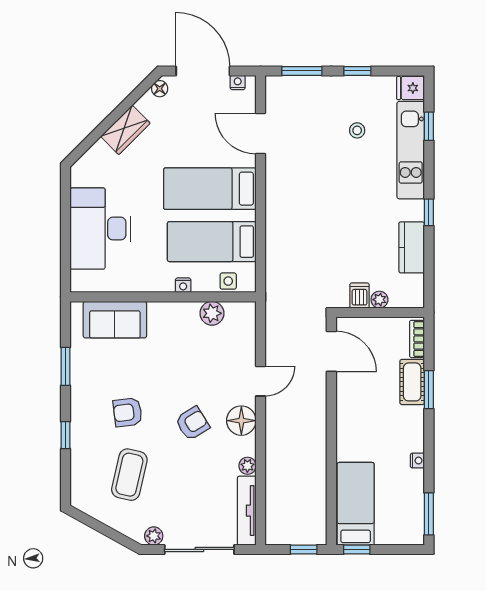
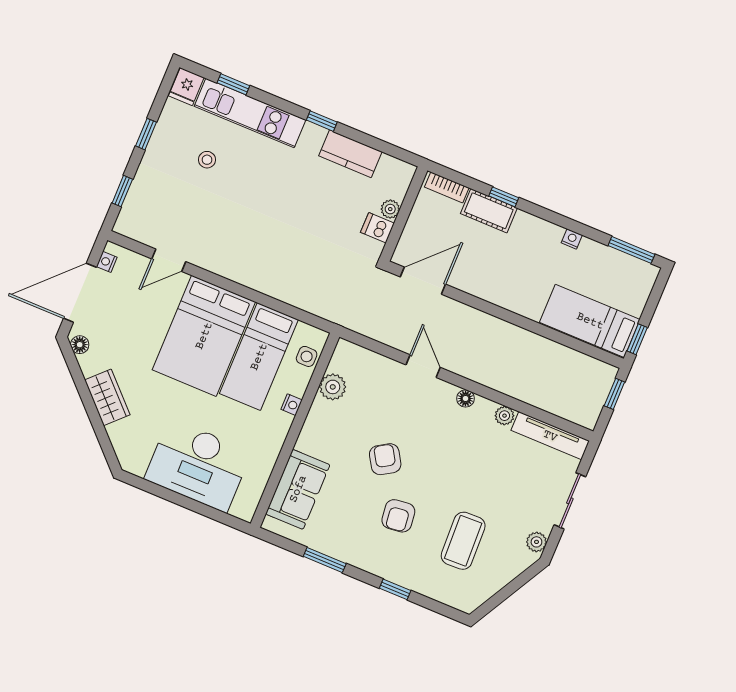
window: (302, 71) -> (122, 191), width x0.67
door: (260, 133) -> (169, 260), width x0.73
bed: (210, 189) -> (204, 336), width x1.50
window: (429, 390) -> (504, 197), width x0.67
floor lamp: (241, 421) -> (466, 399), width x0.53, depth x0.53
armchair: (192, 423) -> (385, 459), moved
coffee table: (129, 475) -> (463, 541), turned 75
sliding door: (199, 549) -> (570, 501), width x0.73

